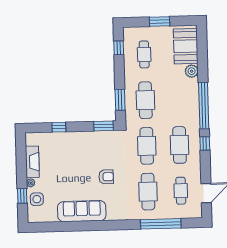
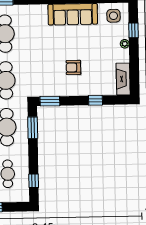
fireplace: (32, 162) -> (123, 79), moved
armchair: (106, 177) -> (73, 67), moved
side table: (37, 199) -> (113, 16), moved

